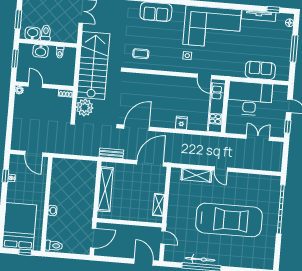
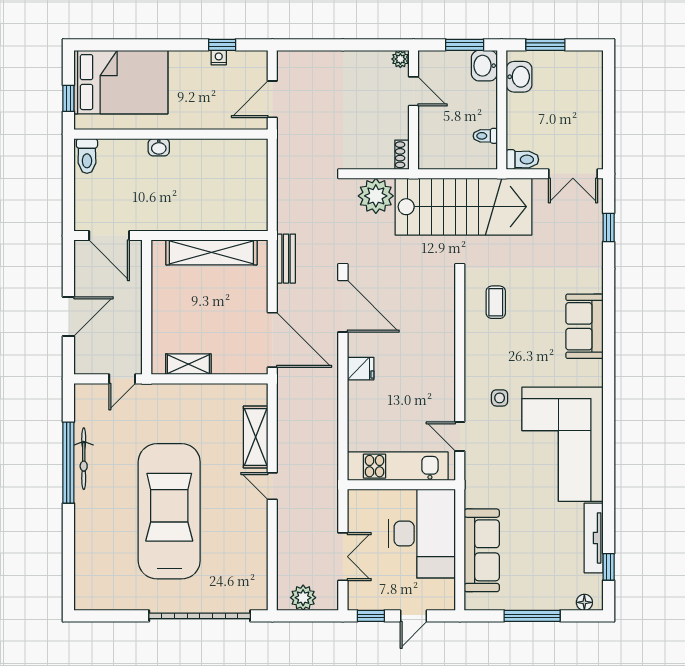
toilet: (46, 33) -> (522, 160), moved
washbasin: (41, 51) -> (484, 66), moved
sofa: (260, 70) -> (482, 550), width x1.36
door: (204, 76) -> (460, 436), hinge flipped
door: (35, 85) -> (413, 91), hinge flipped
fridge: (181, 123) -> (361, 369), moved
plant: (276, 159) -> (303, 598), added
door: (221, 169) -> (272, 486), hinge flipped
car: (229, 220) -> (169, 511), turned 180
door: (144, 262) -> (68, 316), moved

